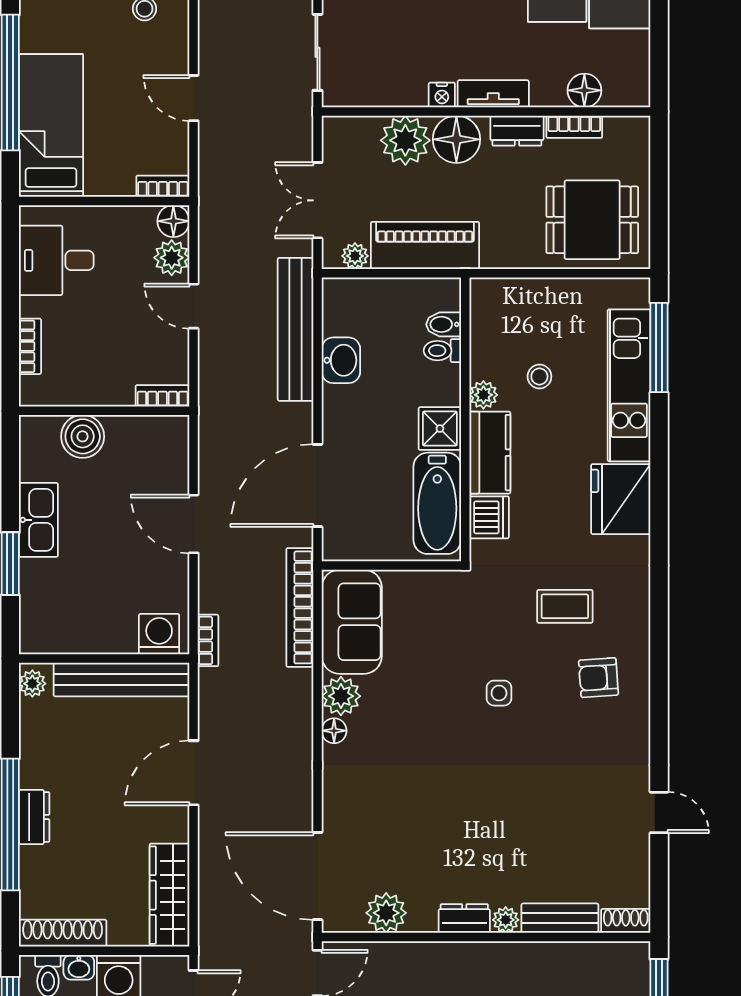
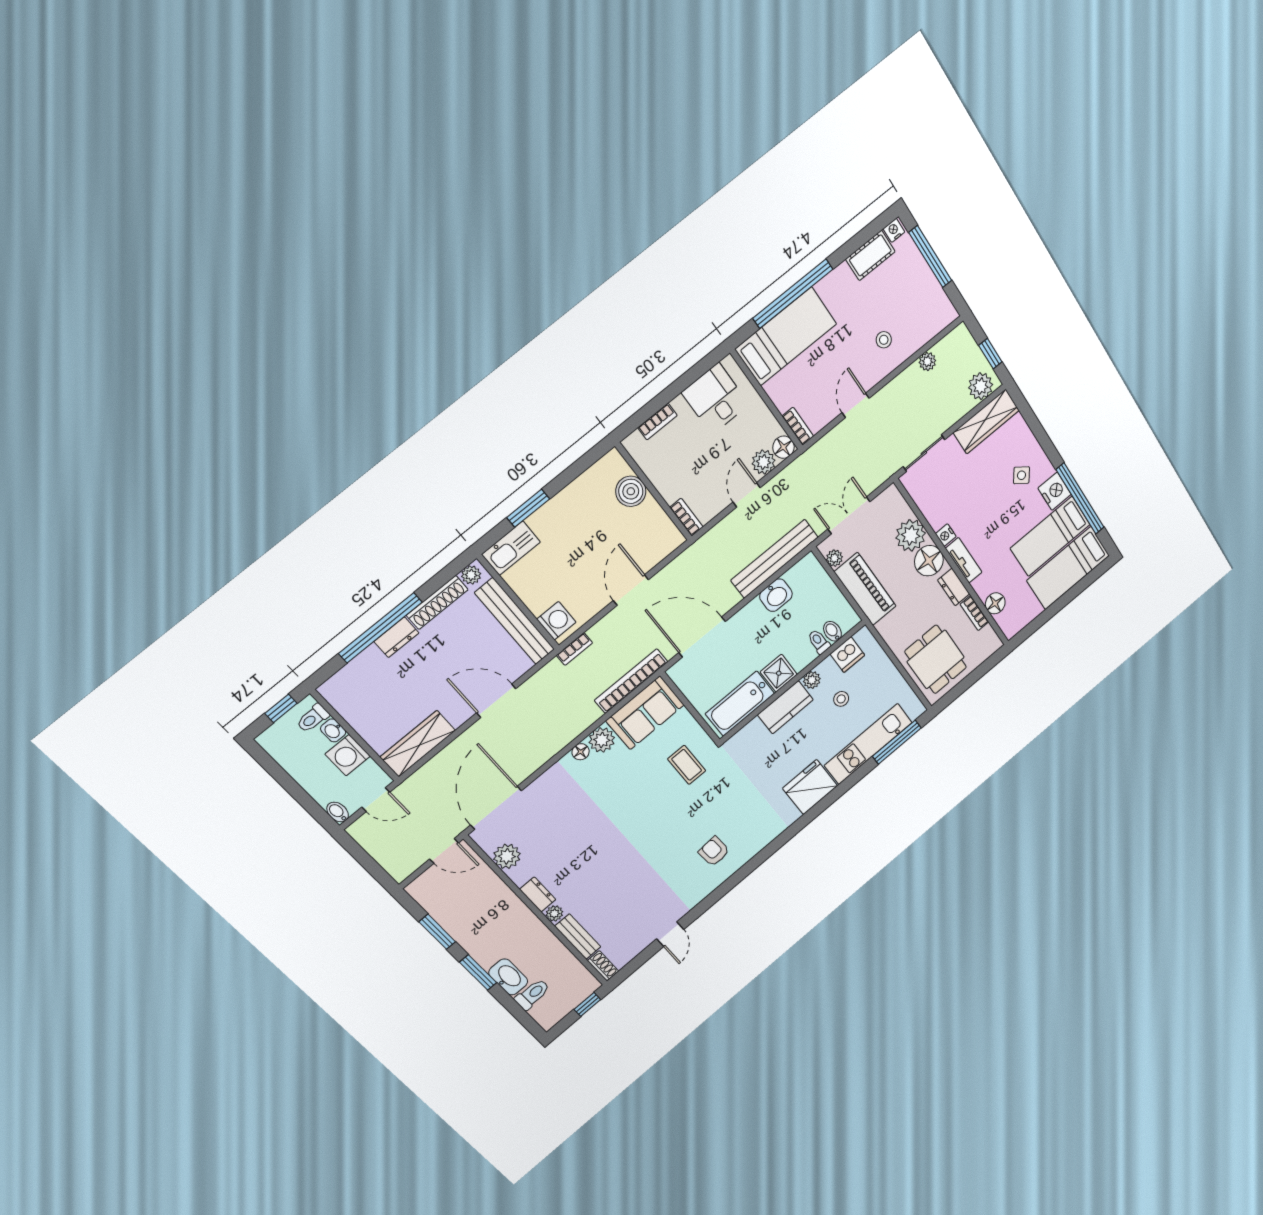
dishwasher: (489, 517) -> (847, 655), moved
kitchen sink: (38, 520) -> (511, 548), moved
coffee table: (565, 606) -> (687, 765), moved
side table: (499, 693) -> (668, 813), removed
shoe rack: (63, 933) -> (437, 602), moved, turned 90

